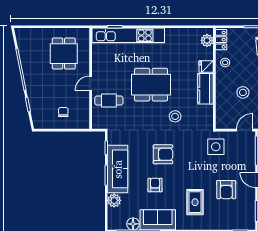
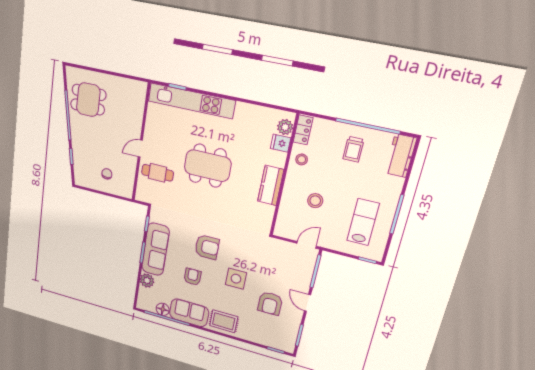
dining table: (64, 54) -> (88, 100), moved, turned 90
fridge: (206, 66) -> (281, 143), moved
stool: (175, 116) -> (229, 209), removed
side table: (216, 147) -> (236, 279), moved
rug: (195, 202) -> (224, 321), moved, turned 90

